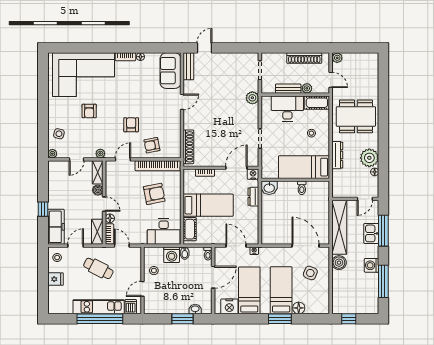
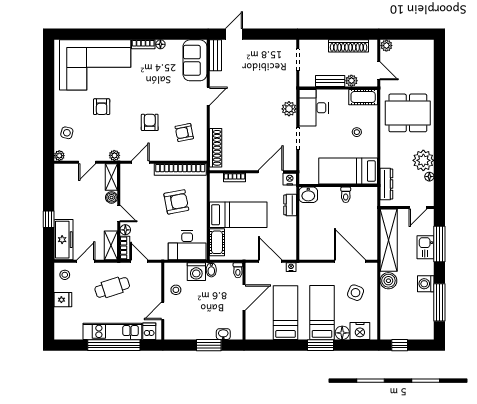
plant: (252, 98) -> (289, 109), moved
desk: (287, 109) -> (314, 108), moved, turned -90
armchair: (152, 145) -> (184, 132), moved
dresser: (337, 155) -> (386, 184), moved
cafe table: (98, 268) -> (112, 287), turned -45
nightstand: (229, 306) -> (360, 331), moved

